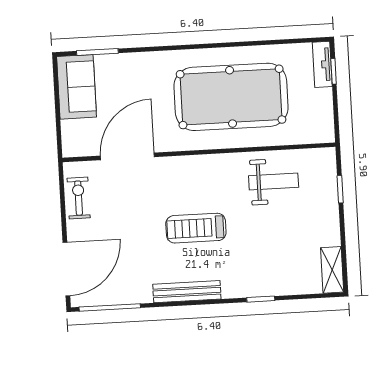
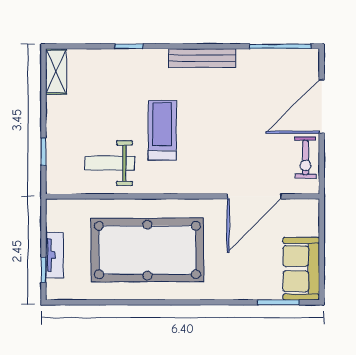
tv unit: (322, 64) -> (54, 255), moved
treadmill: (196, 228) -> (162, 130), moved, turned -90
door: (66, 269) -> (322, 106), moved

